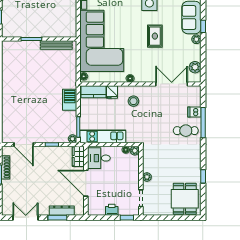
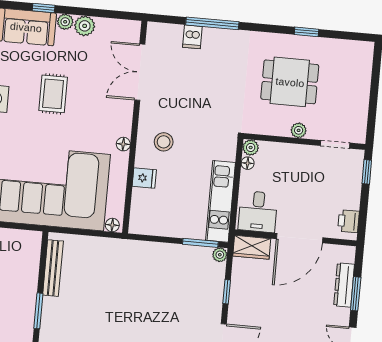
rug: (155, 36) -> (53, 94), turned 90
plant: (195, 67) -> (85, 26), moved
kitchen counter: (93, 92) -> (141, 210), removed
barbecue: (70, 100) -> (151, 254), removed
cafe table: (186, 131) -> (224, 55), removed
dining table: (185, 199) -> (290, 82), moved
printer: (112, 210) -> (348, 221), moved

